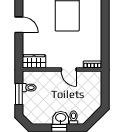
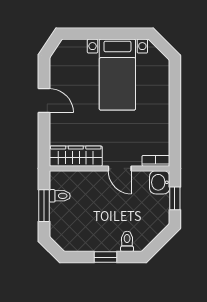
wardrobe: (34, 61) -> (76, 156), width x1.50
window: (105, 89) -> (175, 198), added
washbasin: (61, 118) -> (160, 182), moved, turned -90

